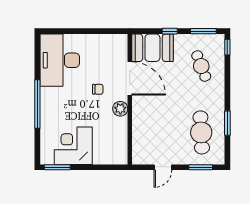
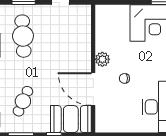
cafe table: (201, 66) -> (23, 101), turned 45

